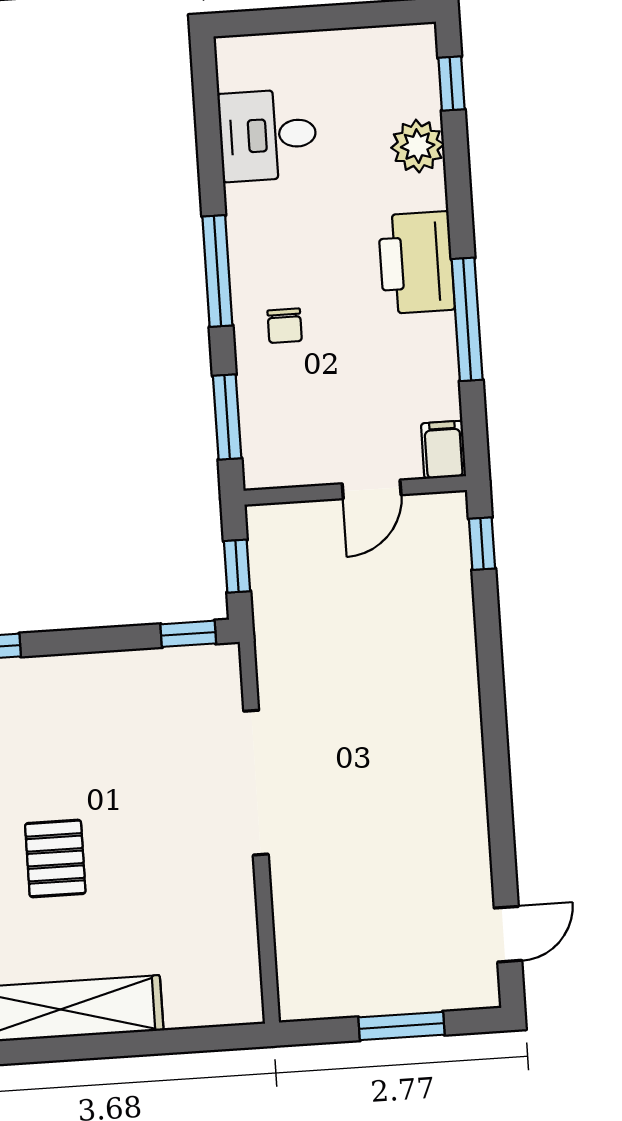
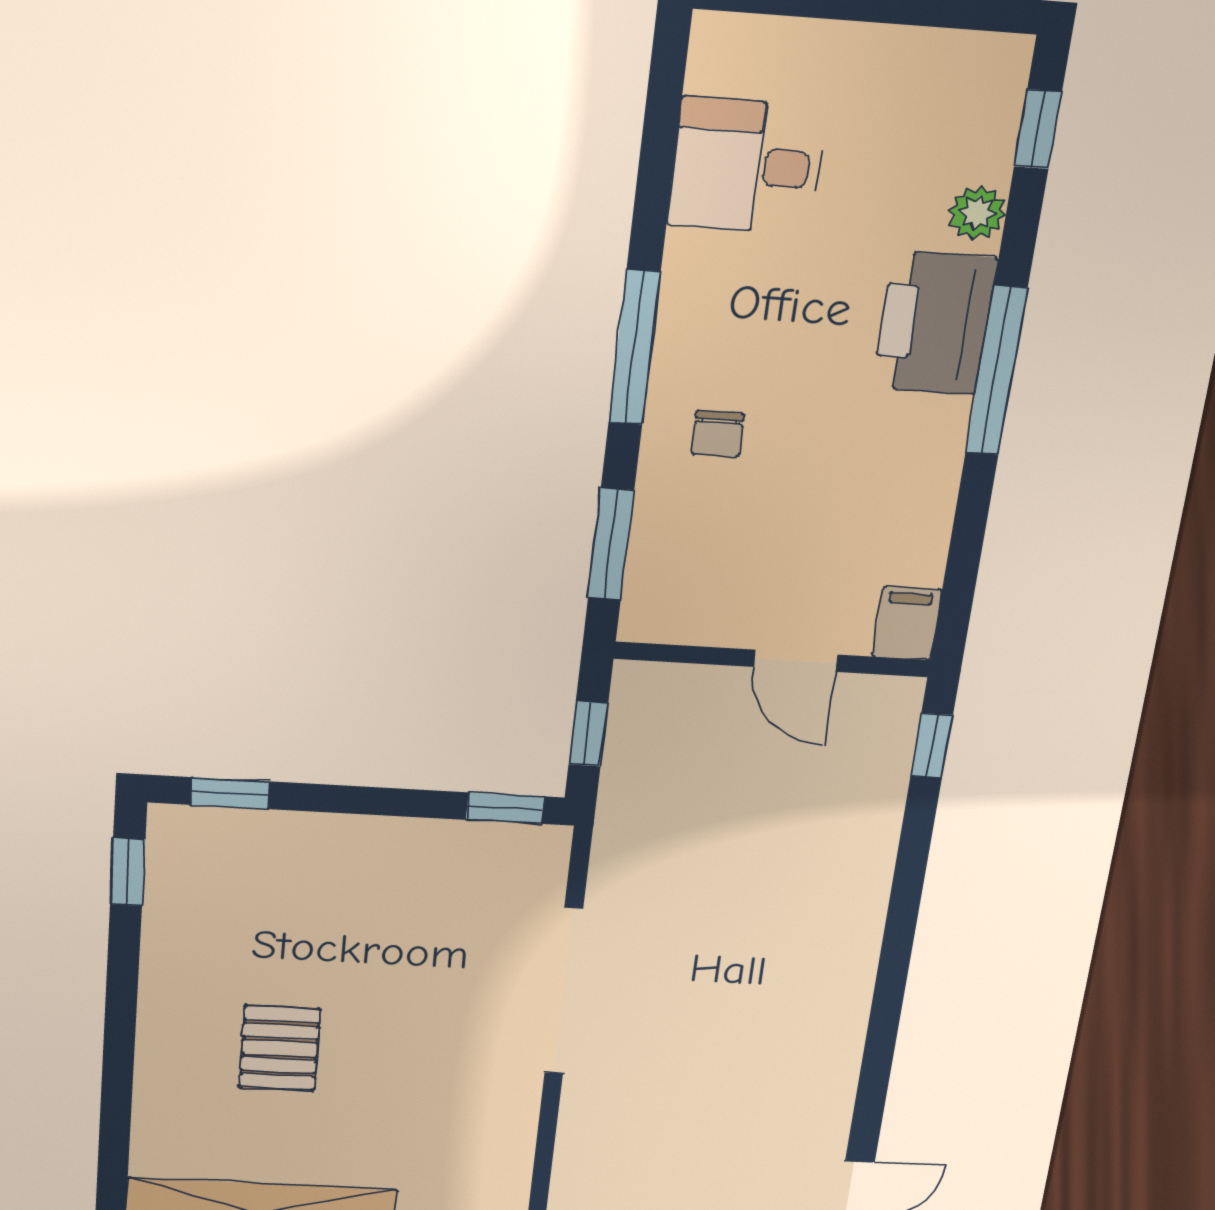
plant: (418, 146) -> (977, 213), width x0.73, depth x0.73
printer: (416, 263) -> (935, 323), moved
window: (467, 319) -> (996, 371), moved
door: (372, 489) -> (795, 661), hinge flipped

